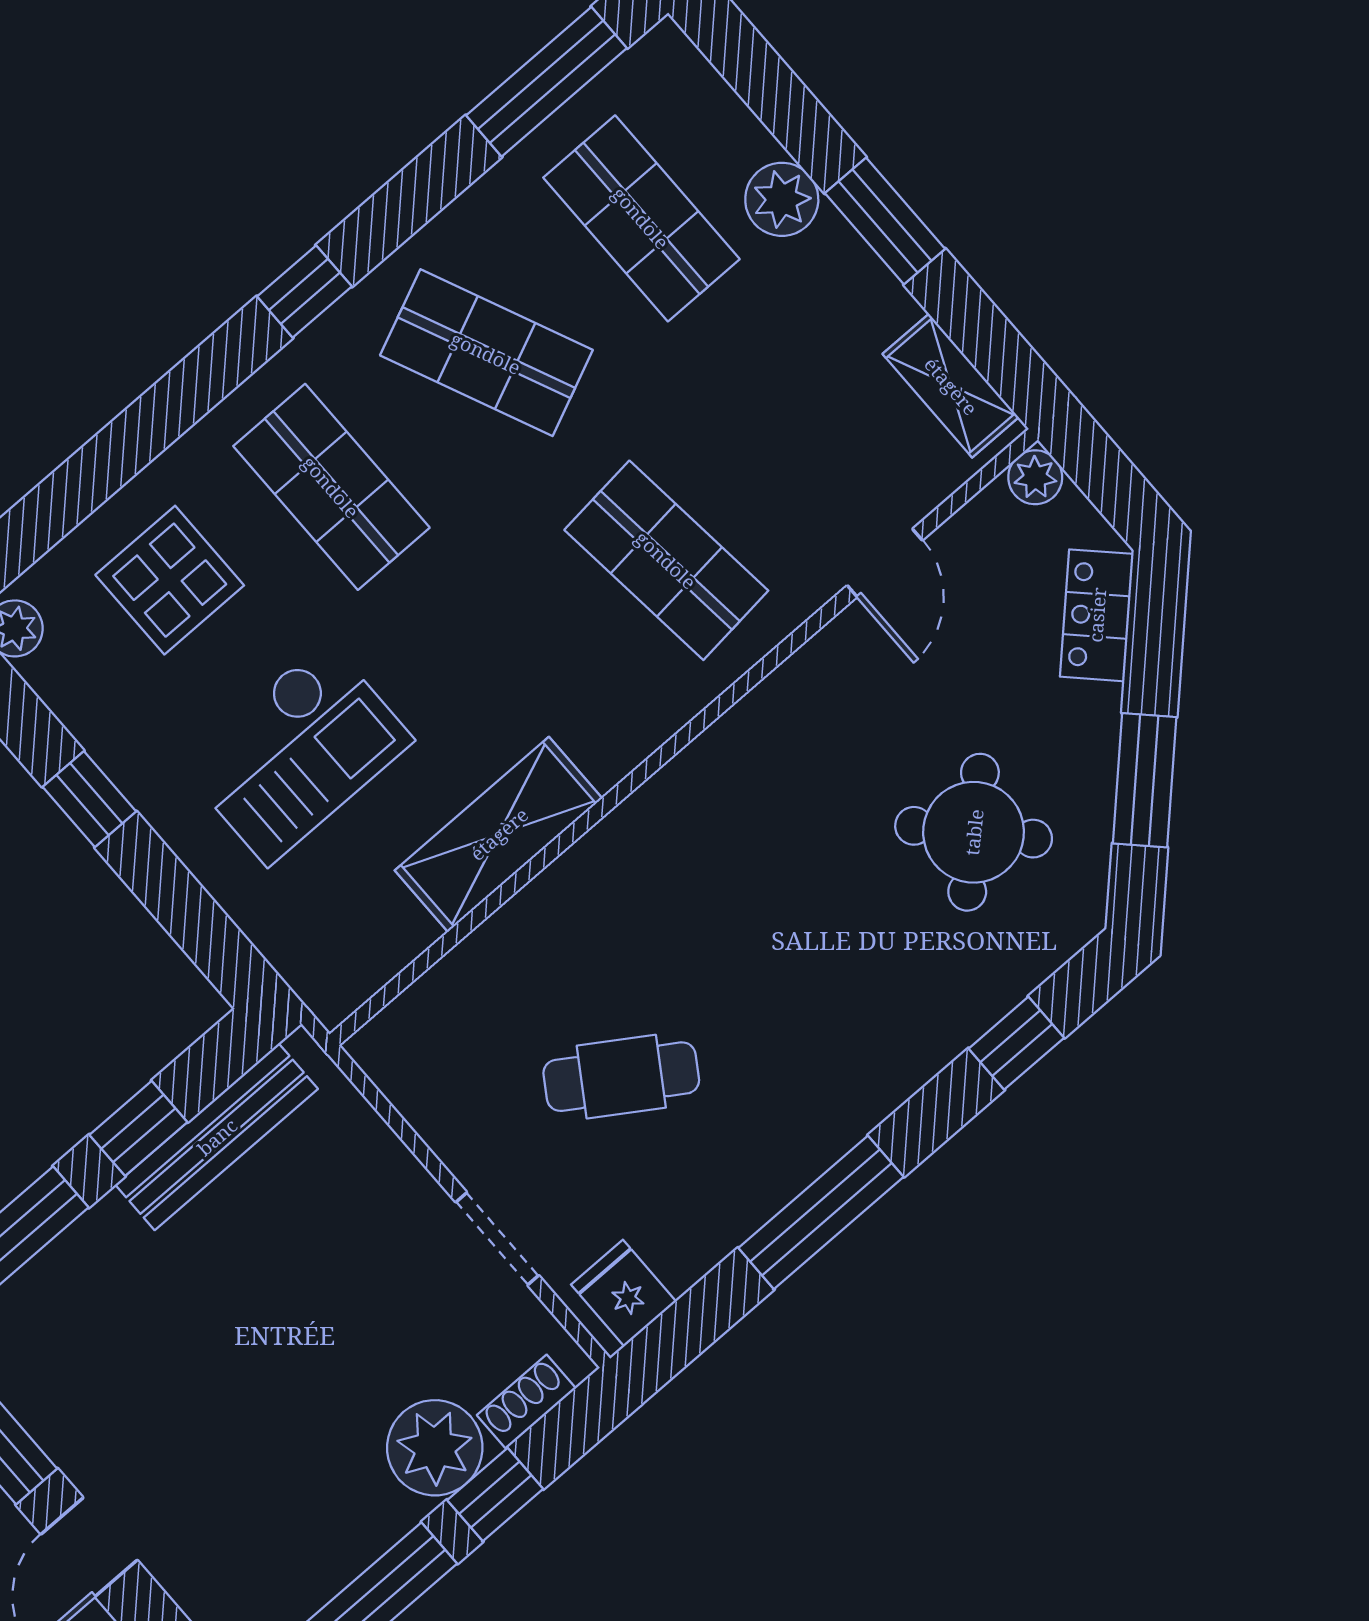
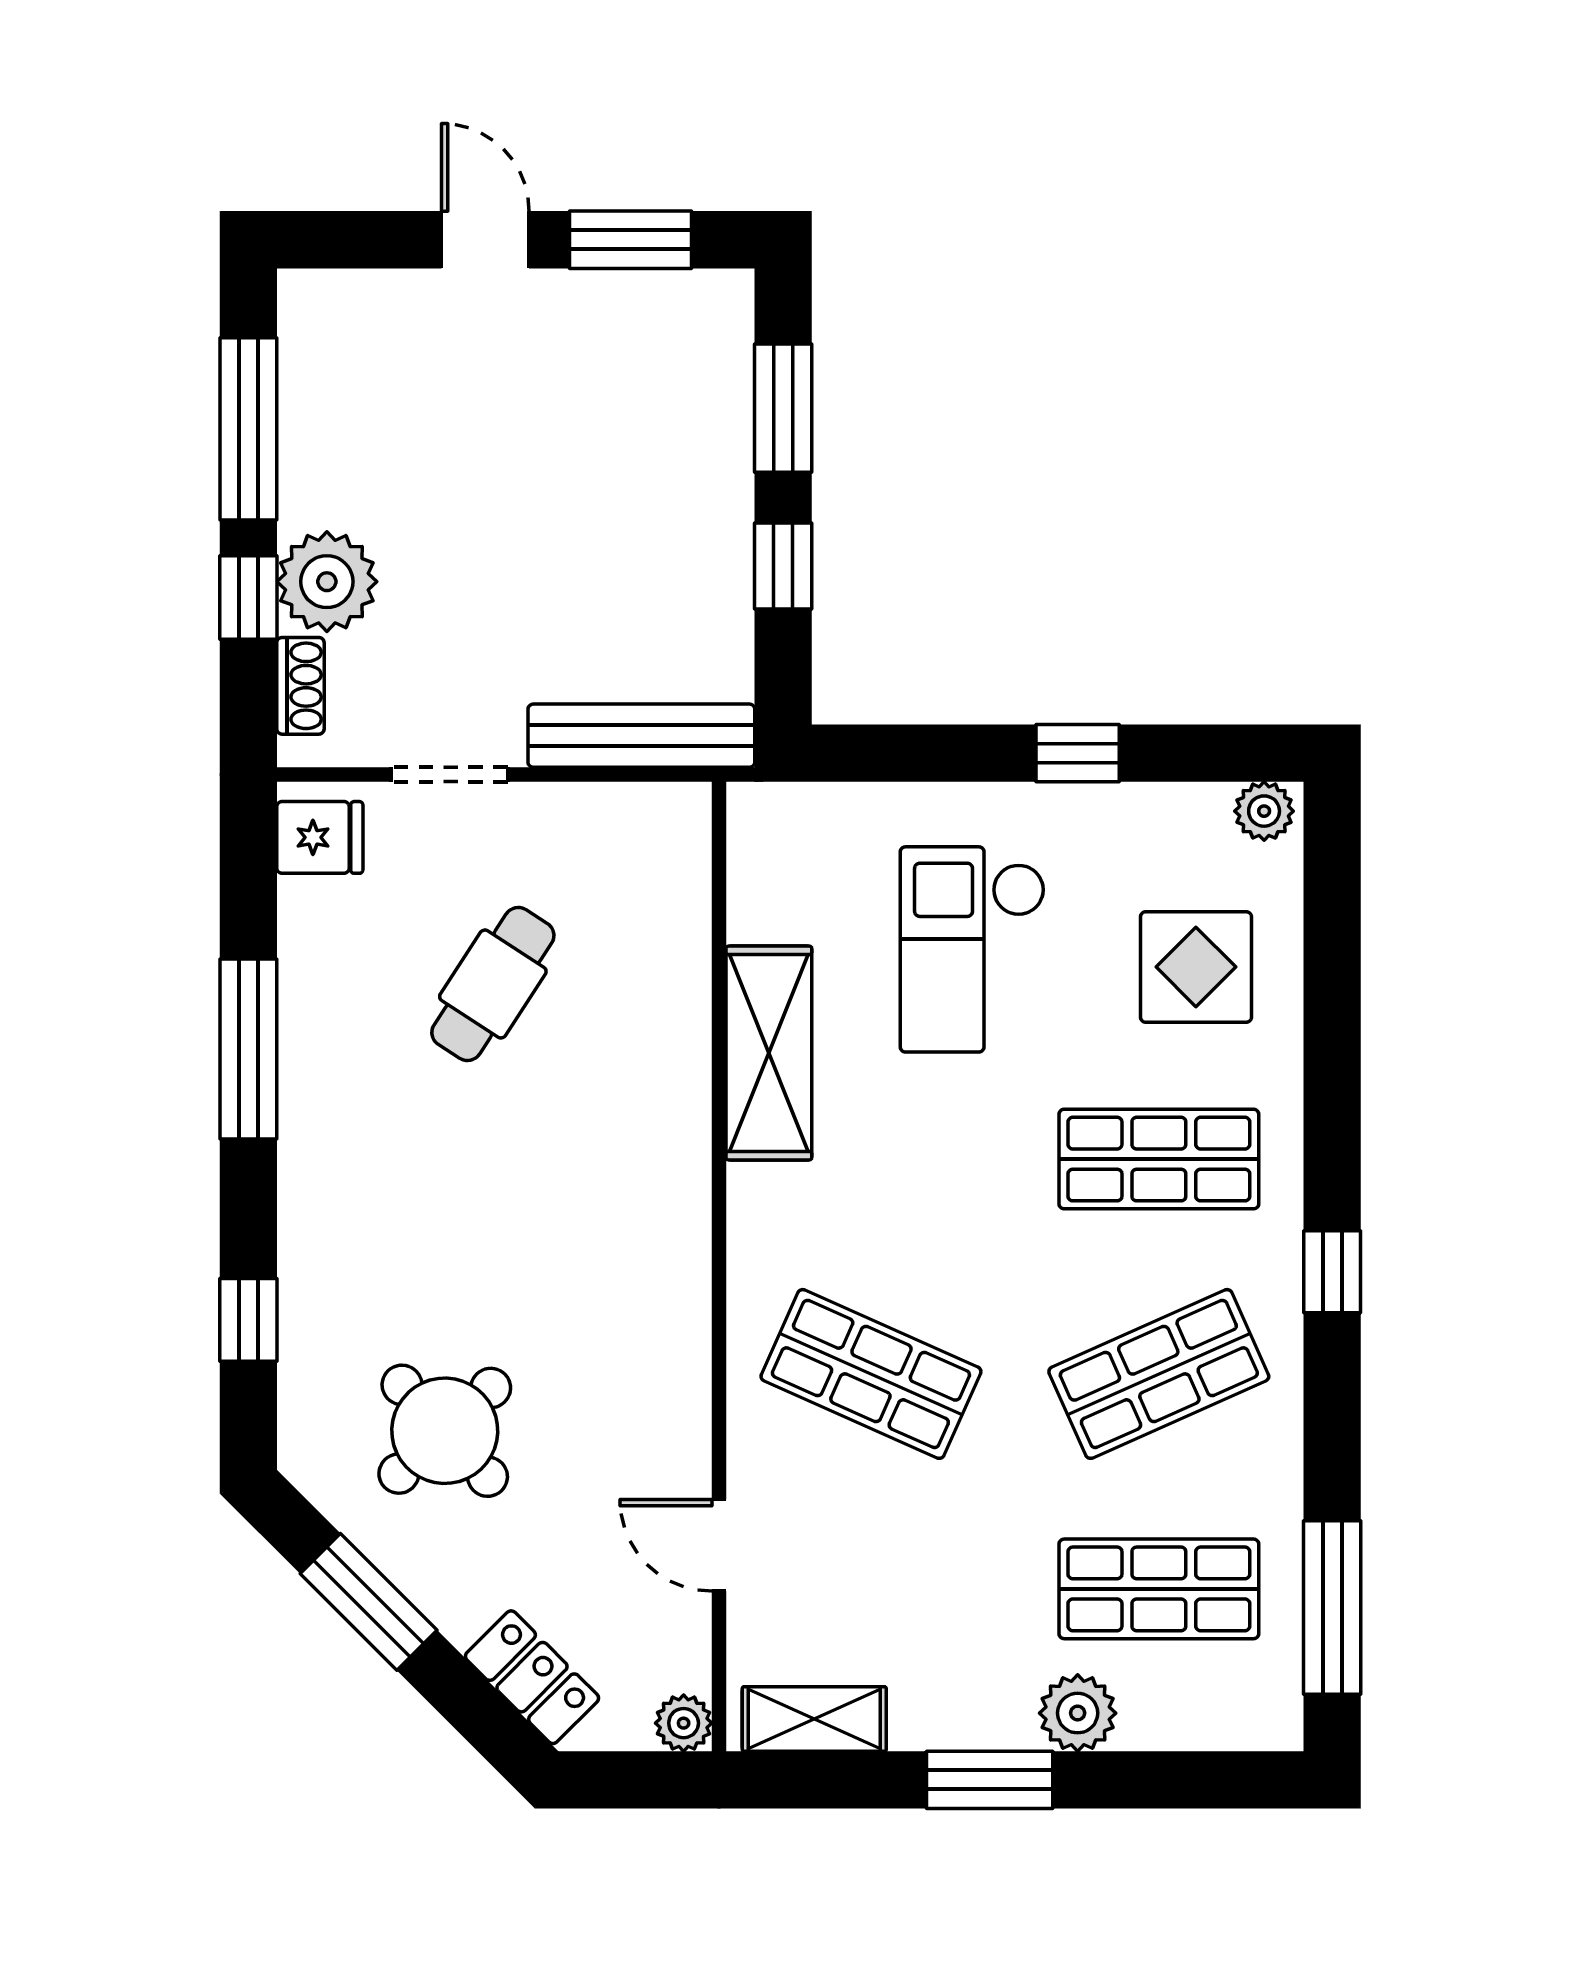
shop shelf: (666, 560) -> (871, 1374), turned 30
bench: (217, 1137) -> (641, 736), moved, turned 90

